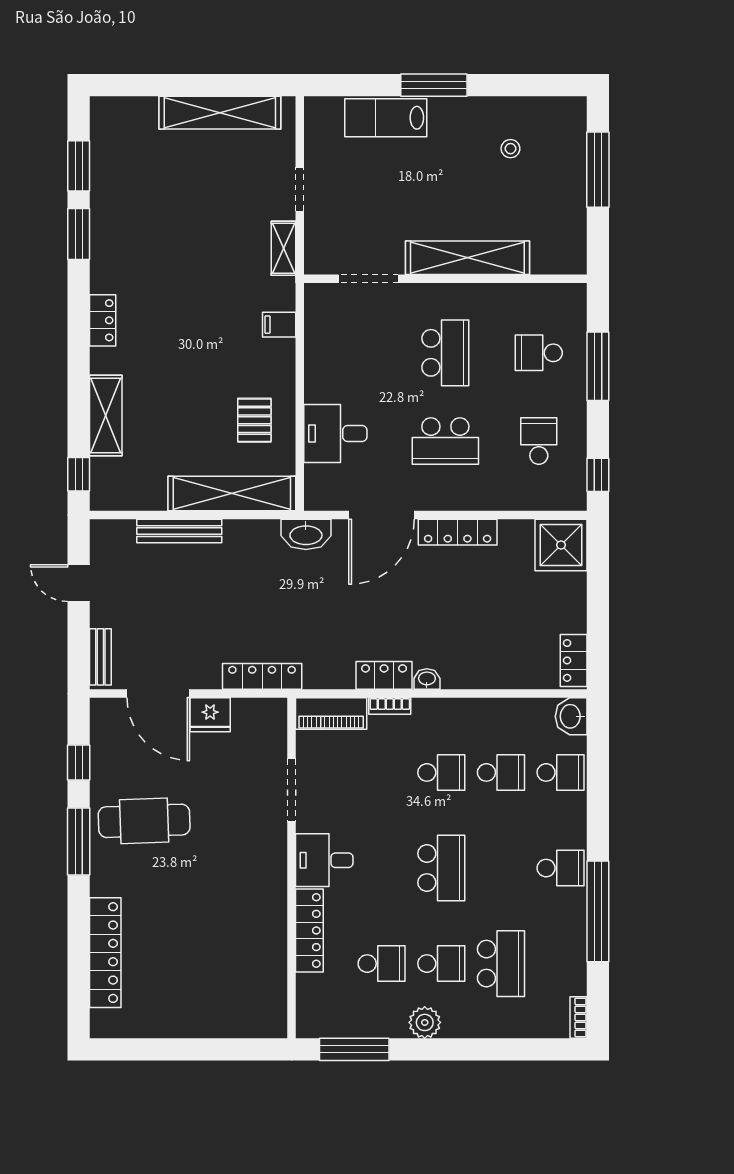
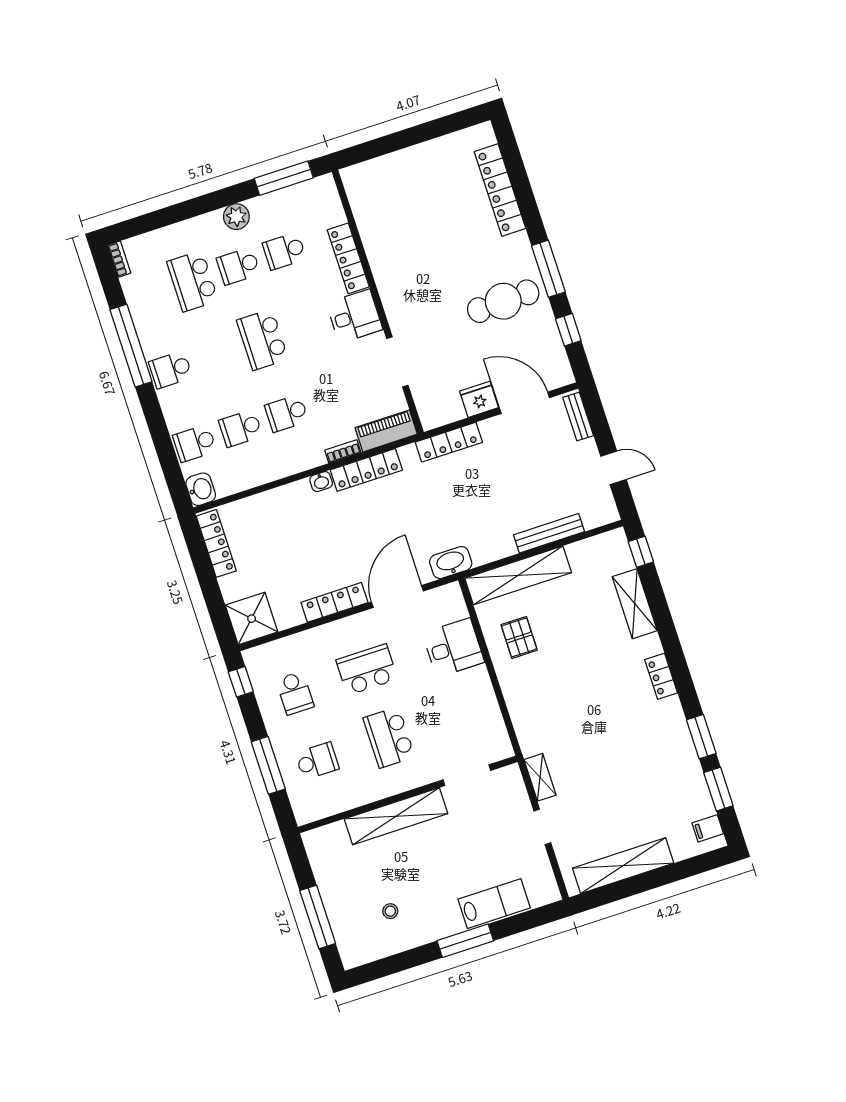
filing cabinet: (279, 325) -> (708, 828), moved, turned 180
locker: (574, 660) -> (216, 543), width x1.53
locker: (384, 675) -> (366, 470), width x1.53

